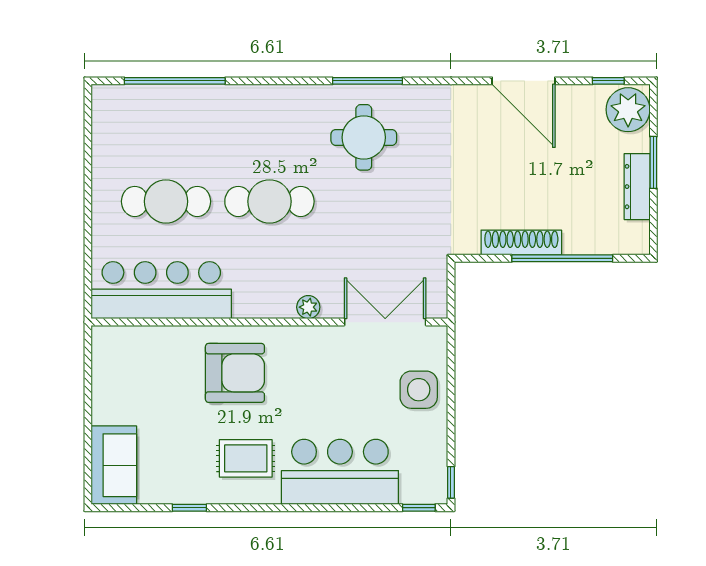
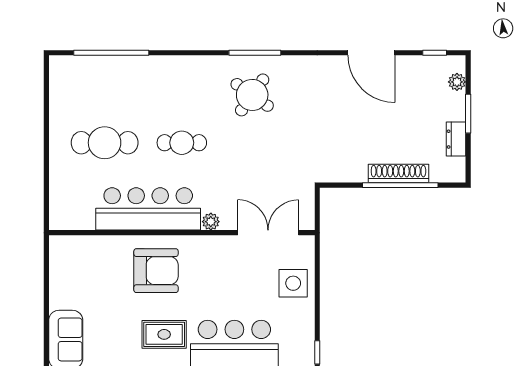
plant: (628, 110) -> (457, 82), width x0.53, depth x0.53
round table: (364, 137) -> (252, 95), turned 35
dresser: (637, 187) -> (456, 139), width x0.70
cafe table: (269, 201) -> (182, 143), width x0.73, depth x0.74
shoe rack: (521, 243) -> (398, 173), moved
bar counter: (161, 290) -> (148, 209), moved

